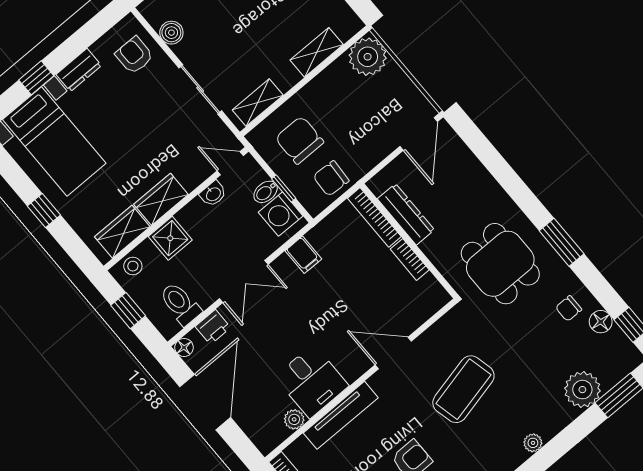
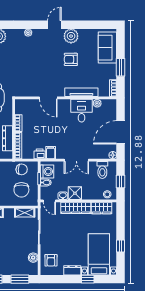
wardrobe: (161, 199) -> (76, 208), width x1.50
window: (44, 211) -> (121, 246), moved
shower: (170, 238) -> (75, 193), moved
double door: (244, 281) -> (76, 160), swing flipped
printer: (213, 327) -> (40, 154), moved
coffee table: (463, 389) -> (36, 68), removed

